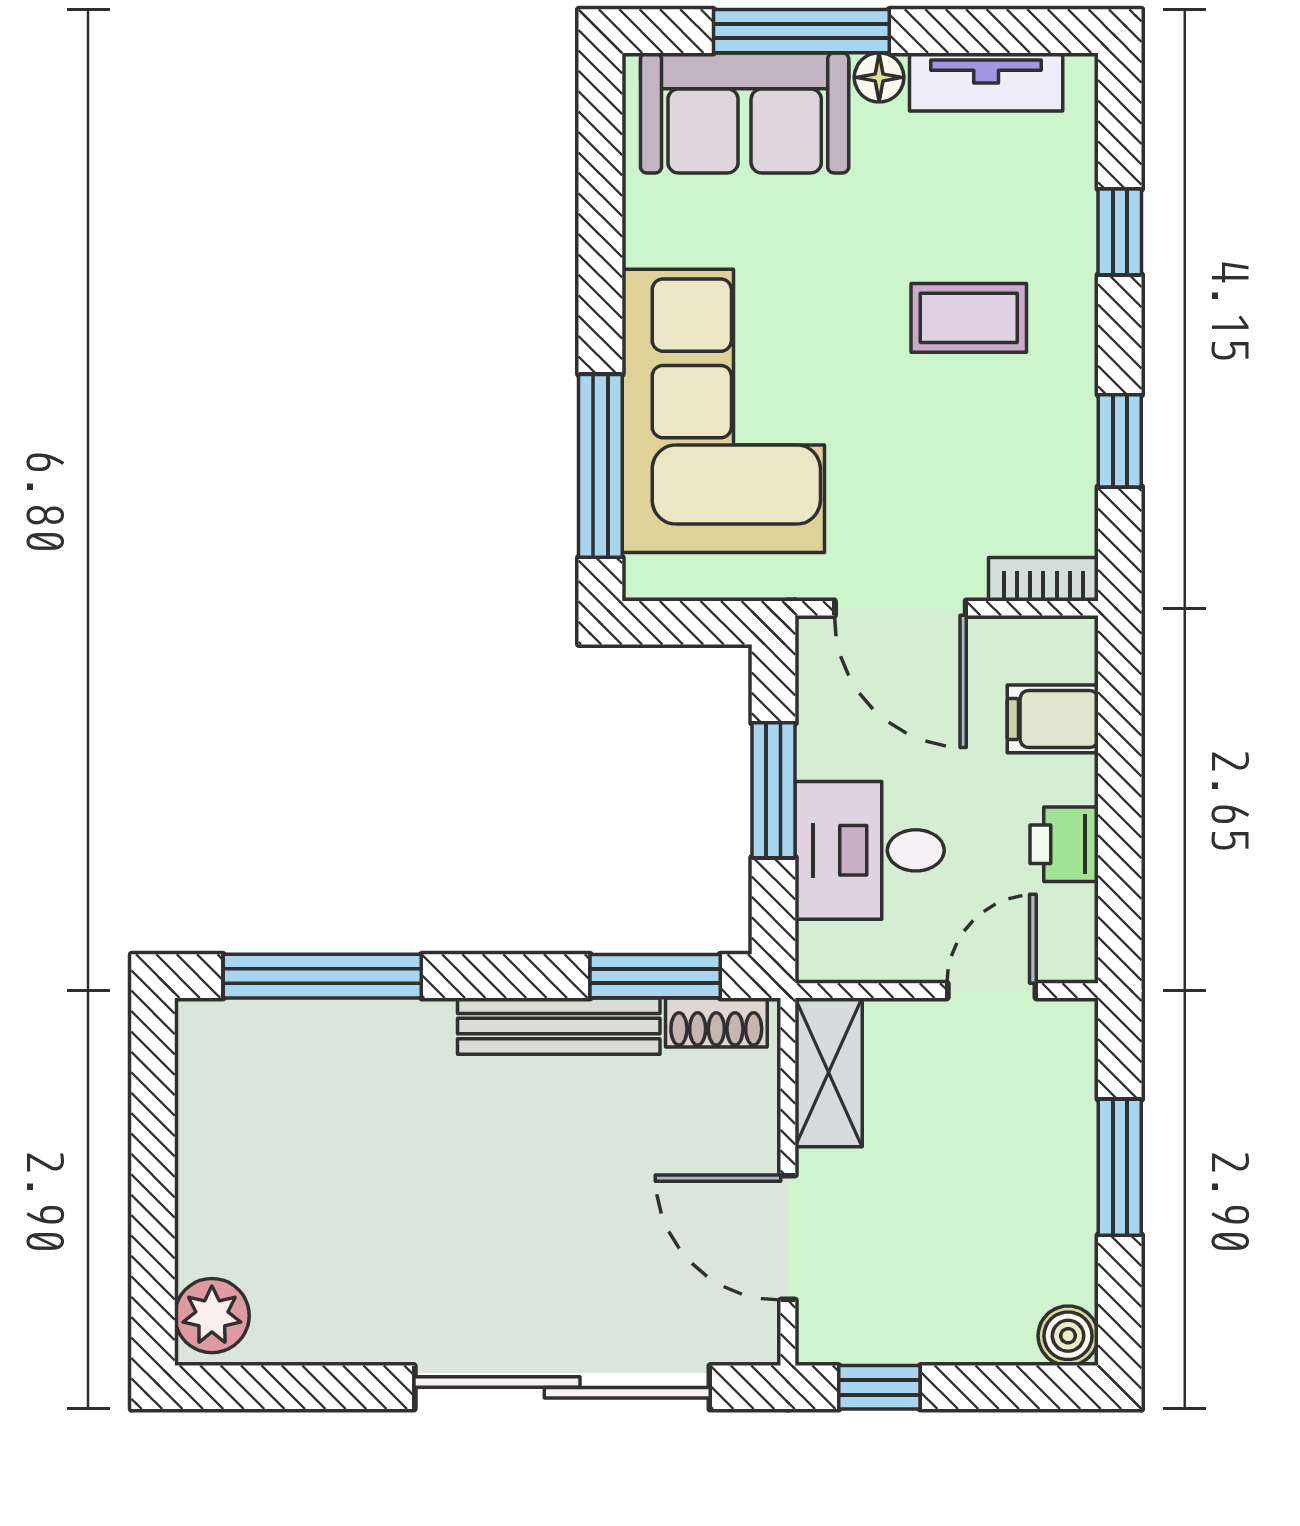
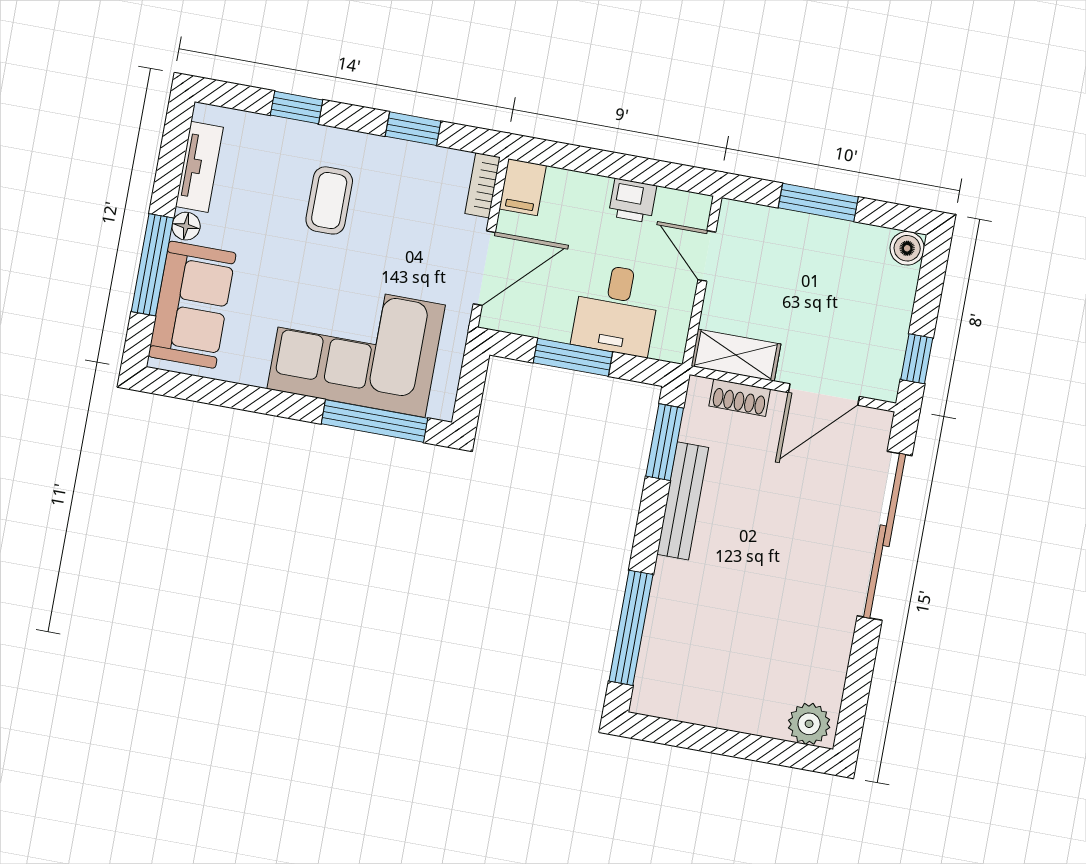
filing cabinet: (1053, 719) -> (523, 187), moved
shoe rack: (716, 1022) -> (740, 398), moved, turned 90

